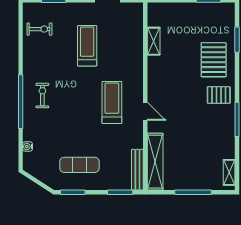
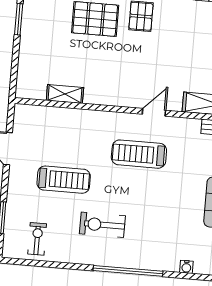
treadmill: (87, 46) -> (64, 180), turned 180
exercise bike: (42, 95) -> (102, 225), moved, width x1.38, depth x1.39

